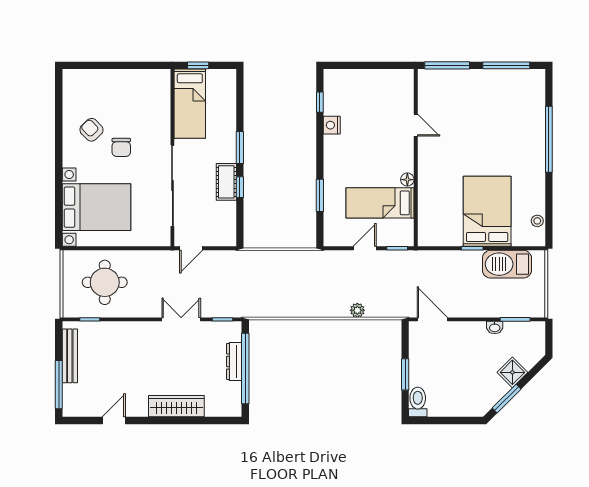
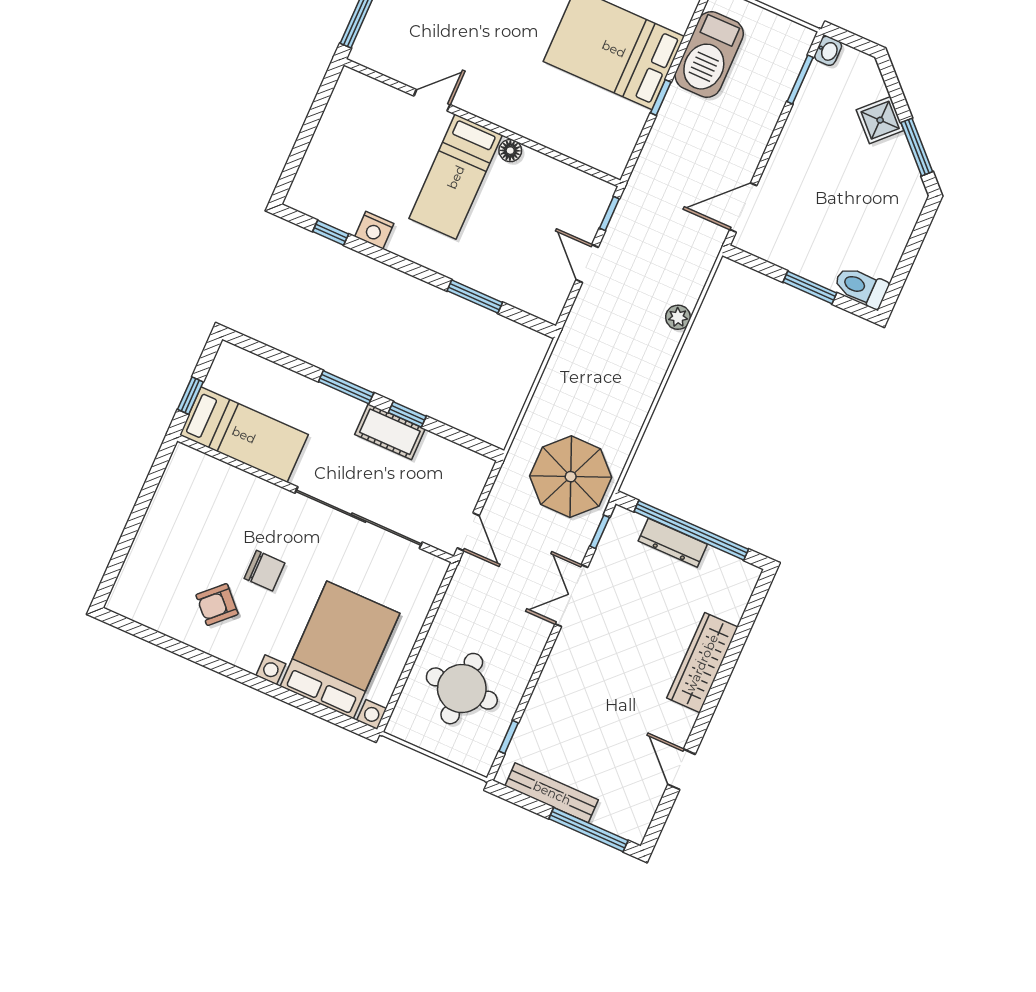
bed: (380, 203) -> (456, 177), moved
parasol: (245, 290) -> (571, 477), added
washbasin: (495, 328) -> (828, 51), moved

